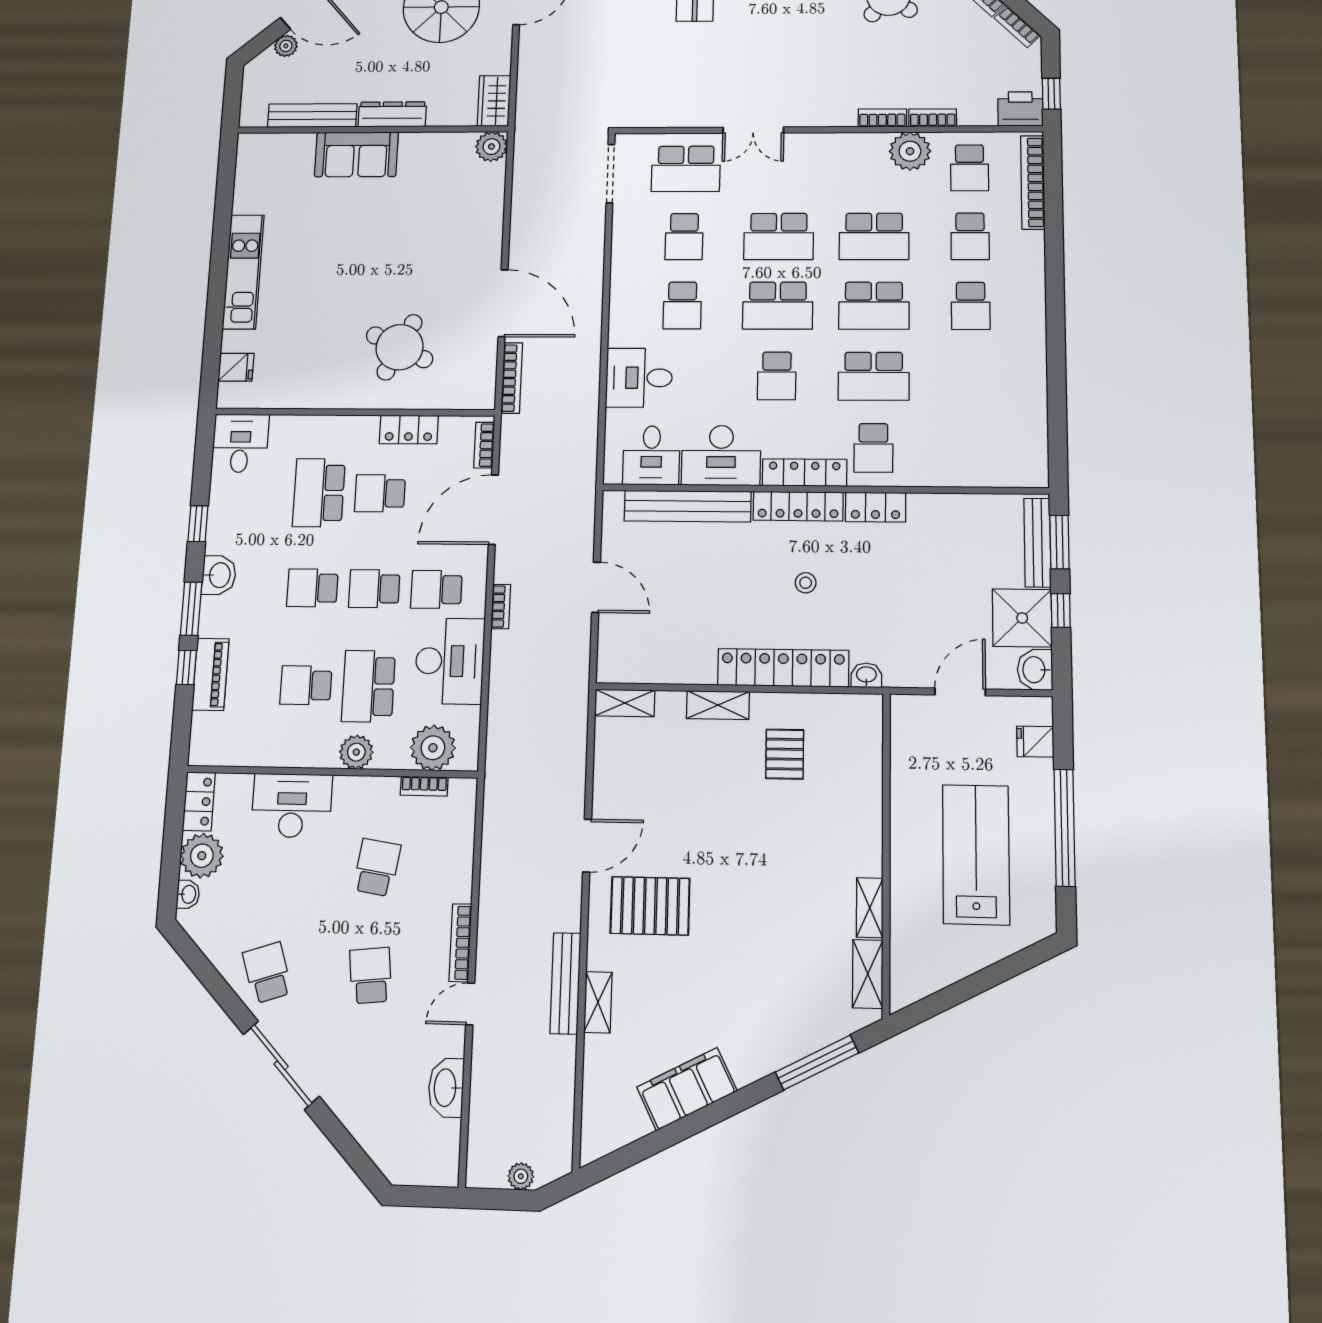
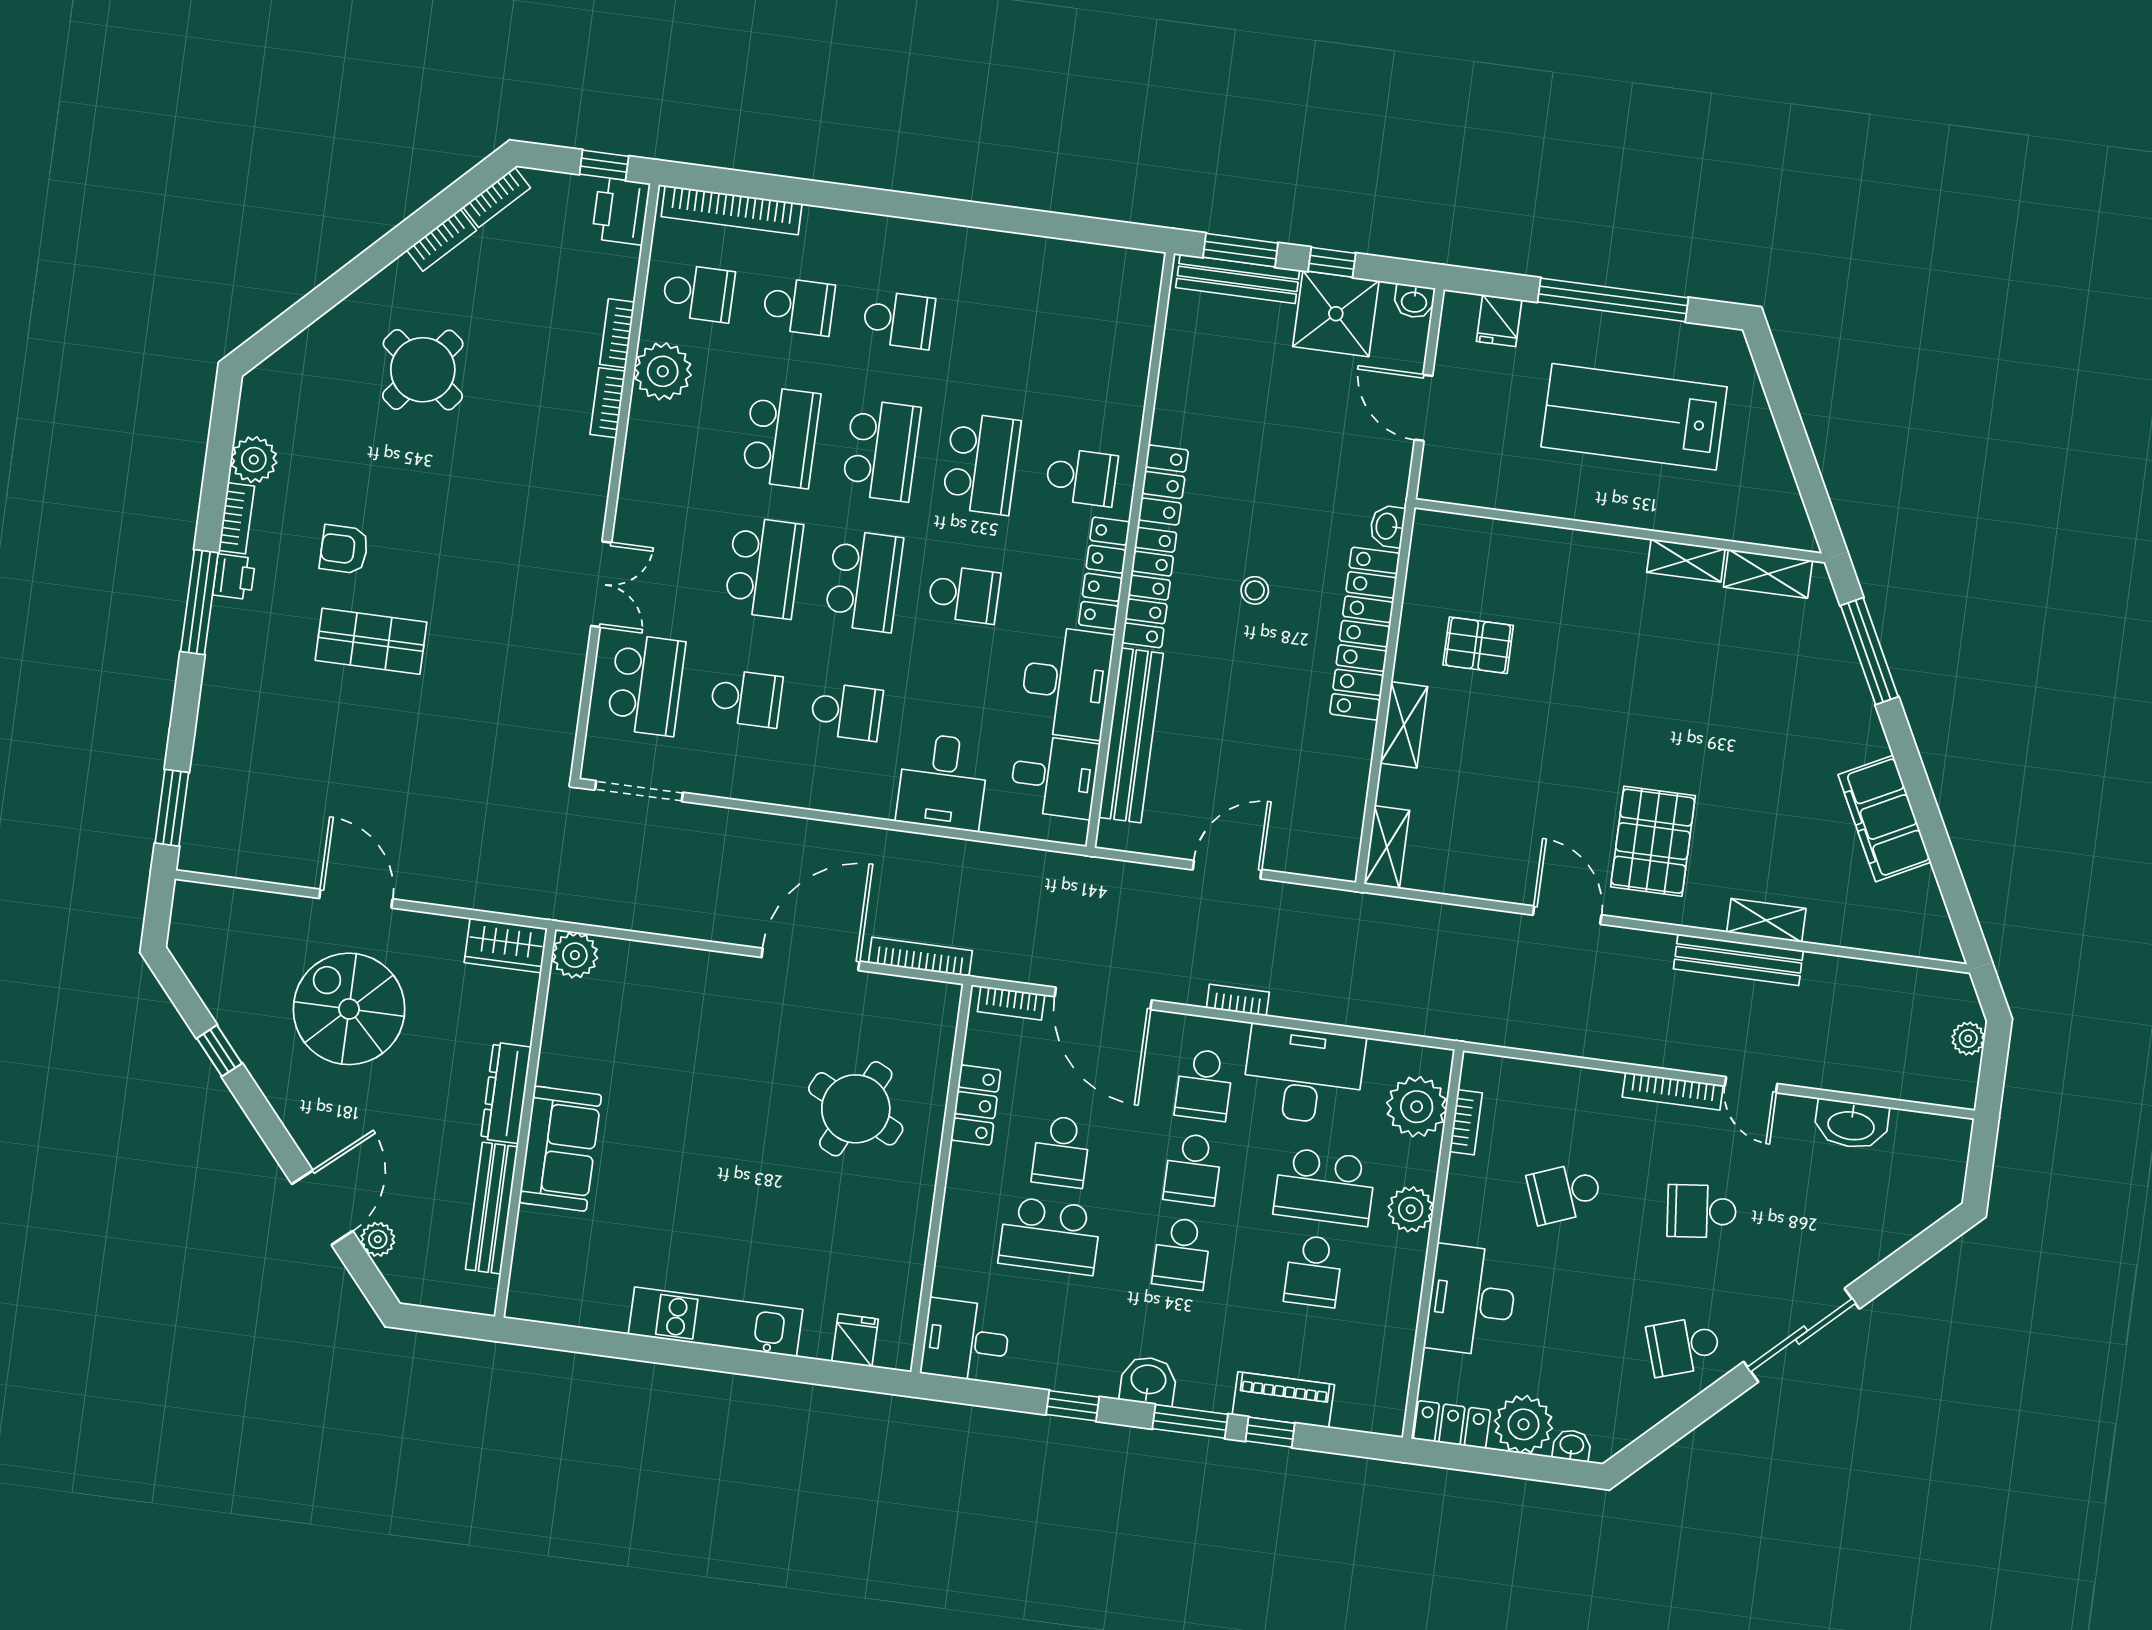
washbasin: (1035, 670) -> (1414, 301), width x0.72, depth x0.69
school desk: (377, 867) -> (1565, 1193), turned -30

